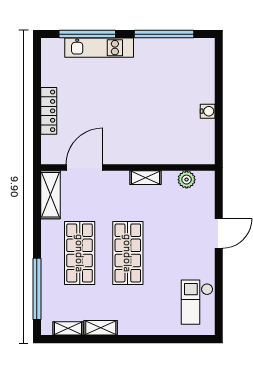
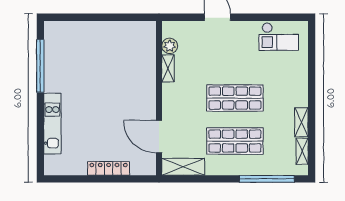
window: (87, 34) -> (40, 134), removed
water cooler: (208, 111) -> (109, 27), removed
shelving: (146, 178) -> (168, 68), moved

